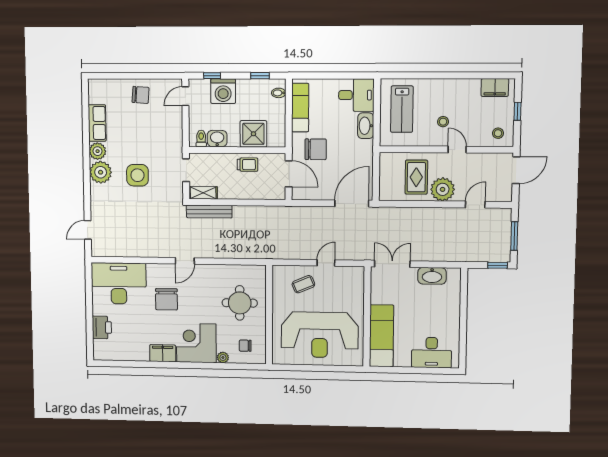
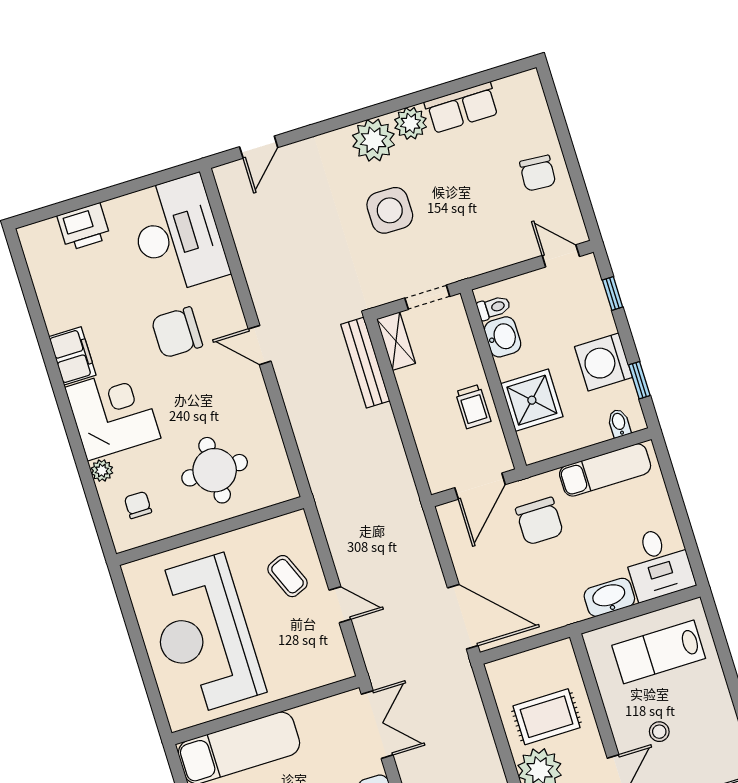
washing machine: (223, 91) -> (603, 362), moved
door: (88, 230) -> (259, 147), swing flipped

